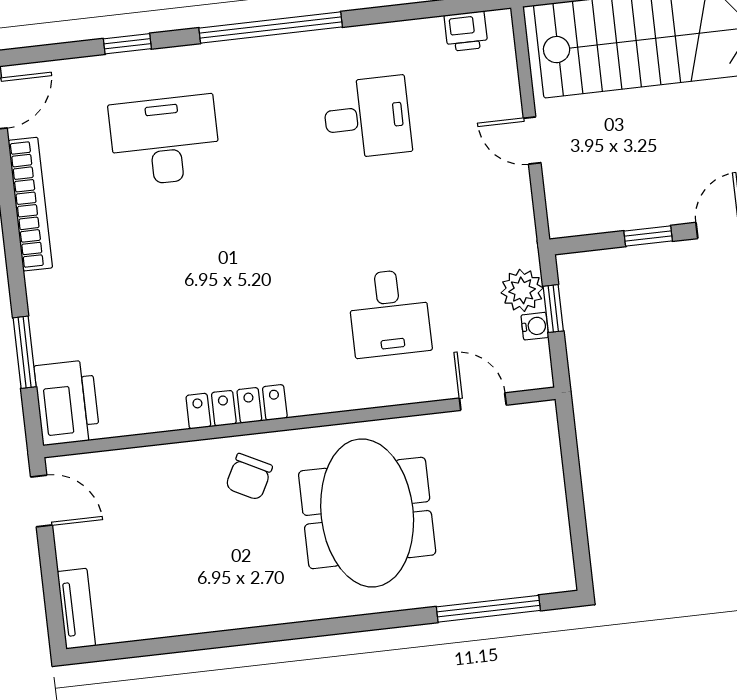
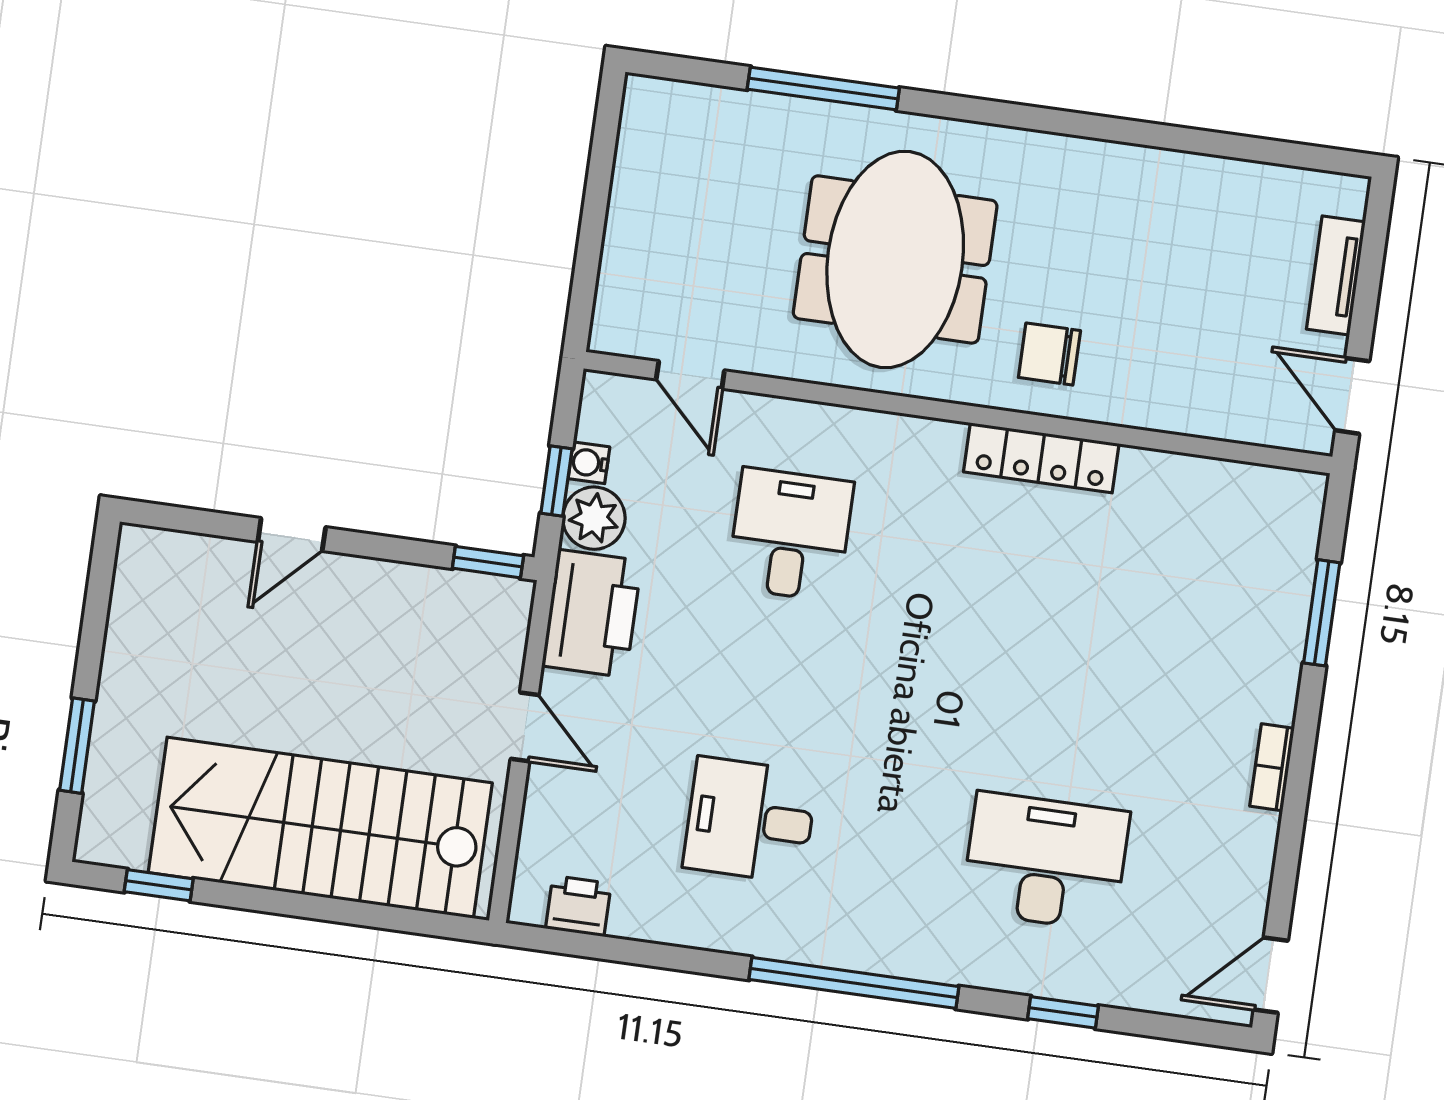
desk: (165, 141) -> (1045, 861), turned 180
bookcase: (30, 204) -> (1272, 767), width x0.43, depth x0.76
window: (648, 236) -> (488, 562), moved
printer: (67, 403) -> (592, 613), moved, turned 180
chair: (249, 477) -> (1049, 354), turned -117
tv unit: (76, 609) -> (1336, 275), moved
window: (488, 609) -> (823, 89), moved

